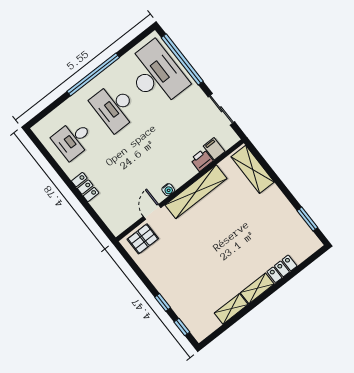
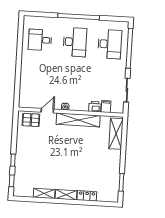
desk: (156, 75) -> (110, 44), width x0.73, depth x0.77
desk: (114, 107) -> (75, 42), turned 180
locker: (85, 187) -> (25, 69), removed

